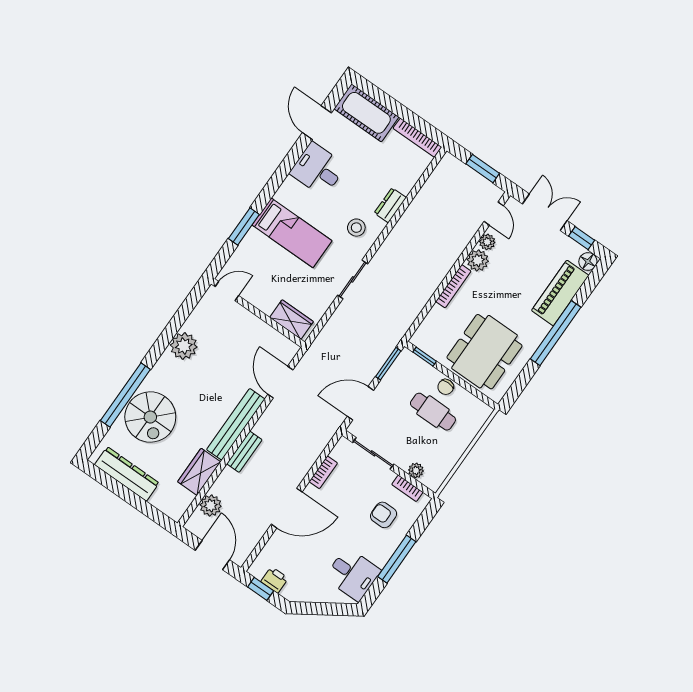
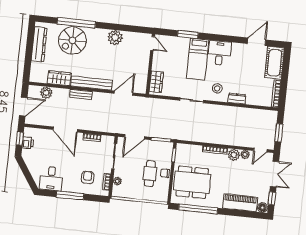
desk: (318, 169) -> (219, 53), moved
window: (556, 333) -> (198, 209), moved
door: (360, 403) -> (135, 137), swing flipped

